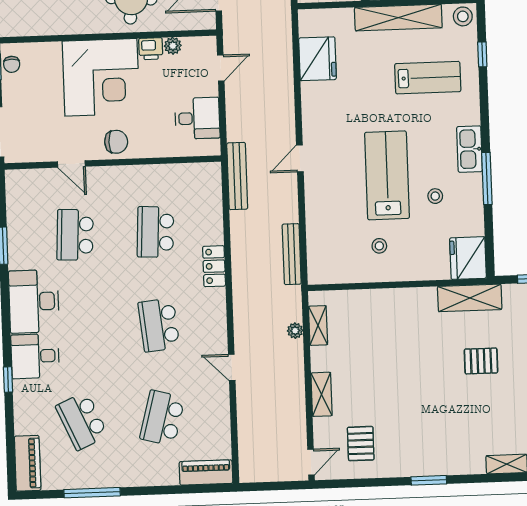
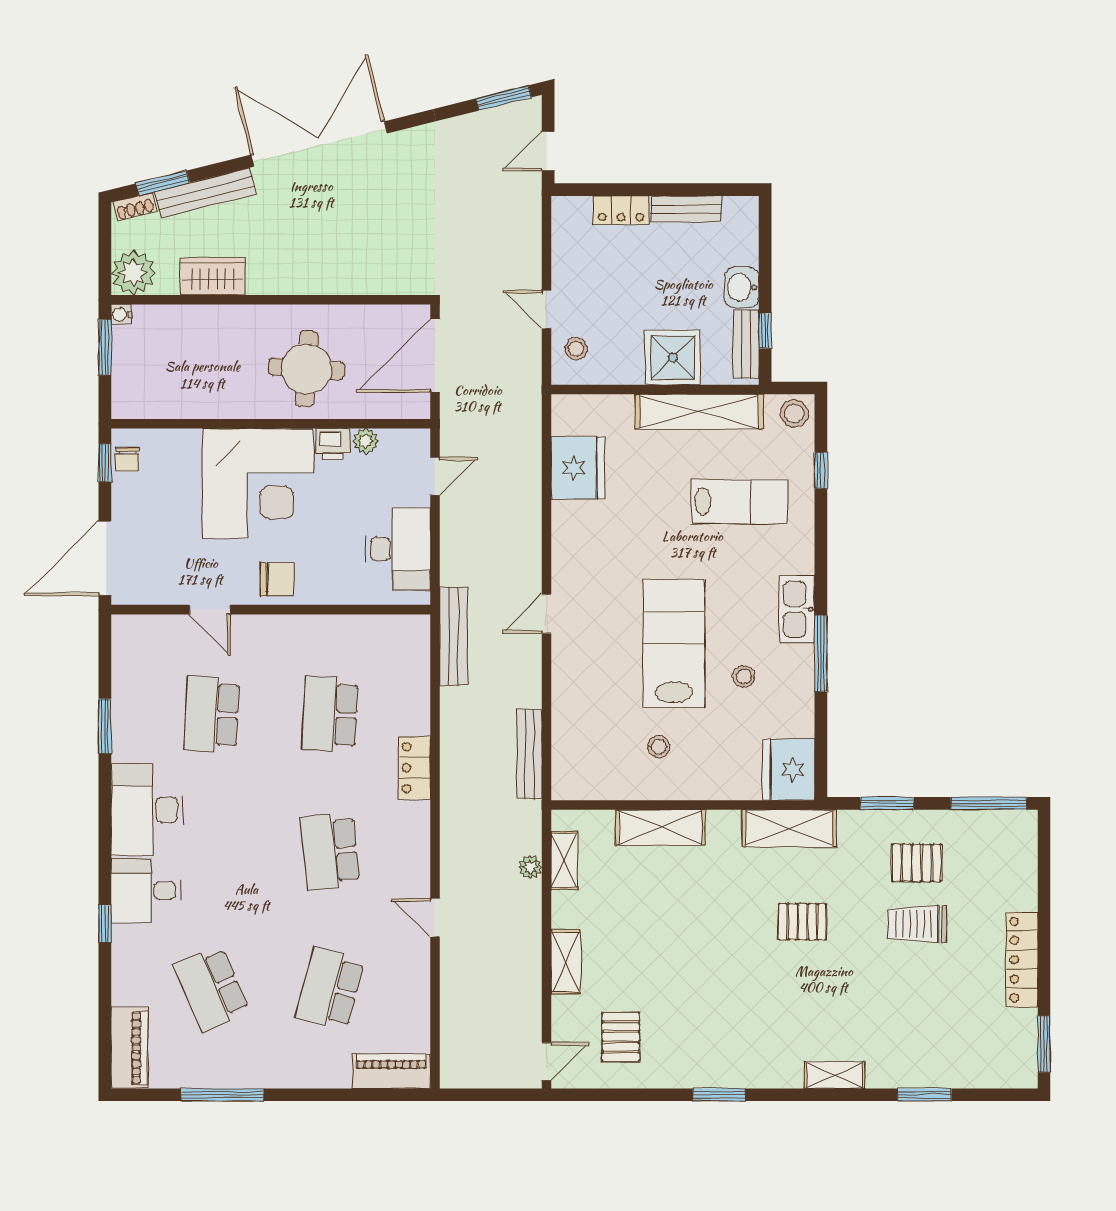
desk: (197, 118) -> (398, 549), width x1.37
shelving: (382, 301) -> (660, 827), added

